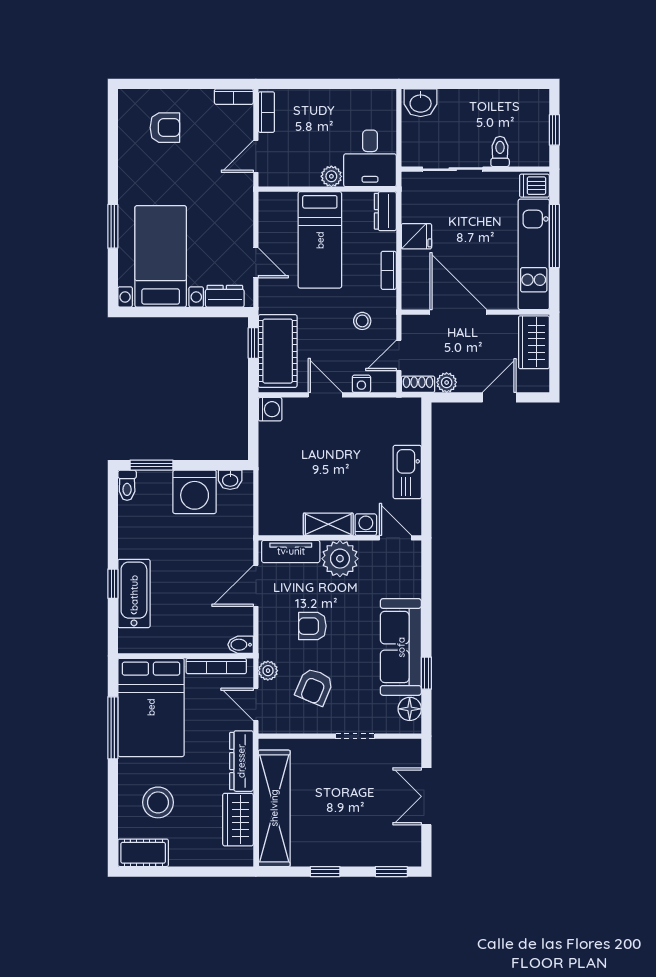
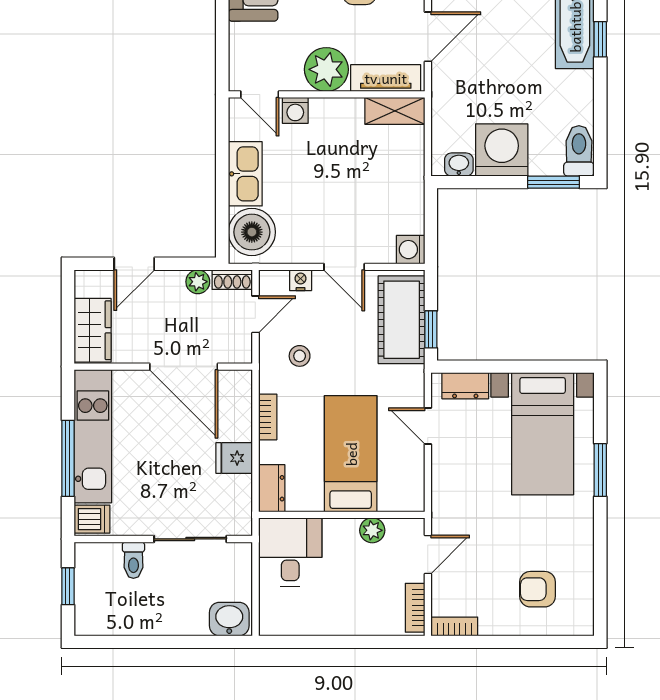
plant: (331, 176) -> (372, 530), moved
boiler: (402, 424) -> (252, 232), added
toilet: (127, 485) -> (579, 151), width x1.37, depth x1.39
shelving: (328, 524) -> (395, 111), moved

